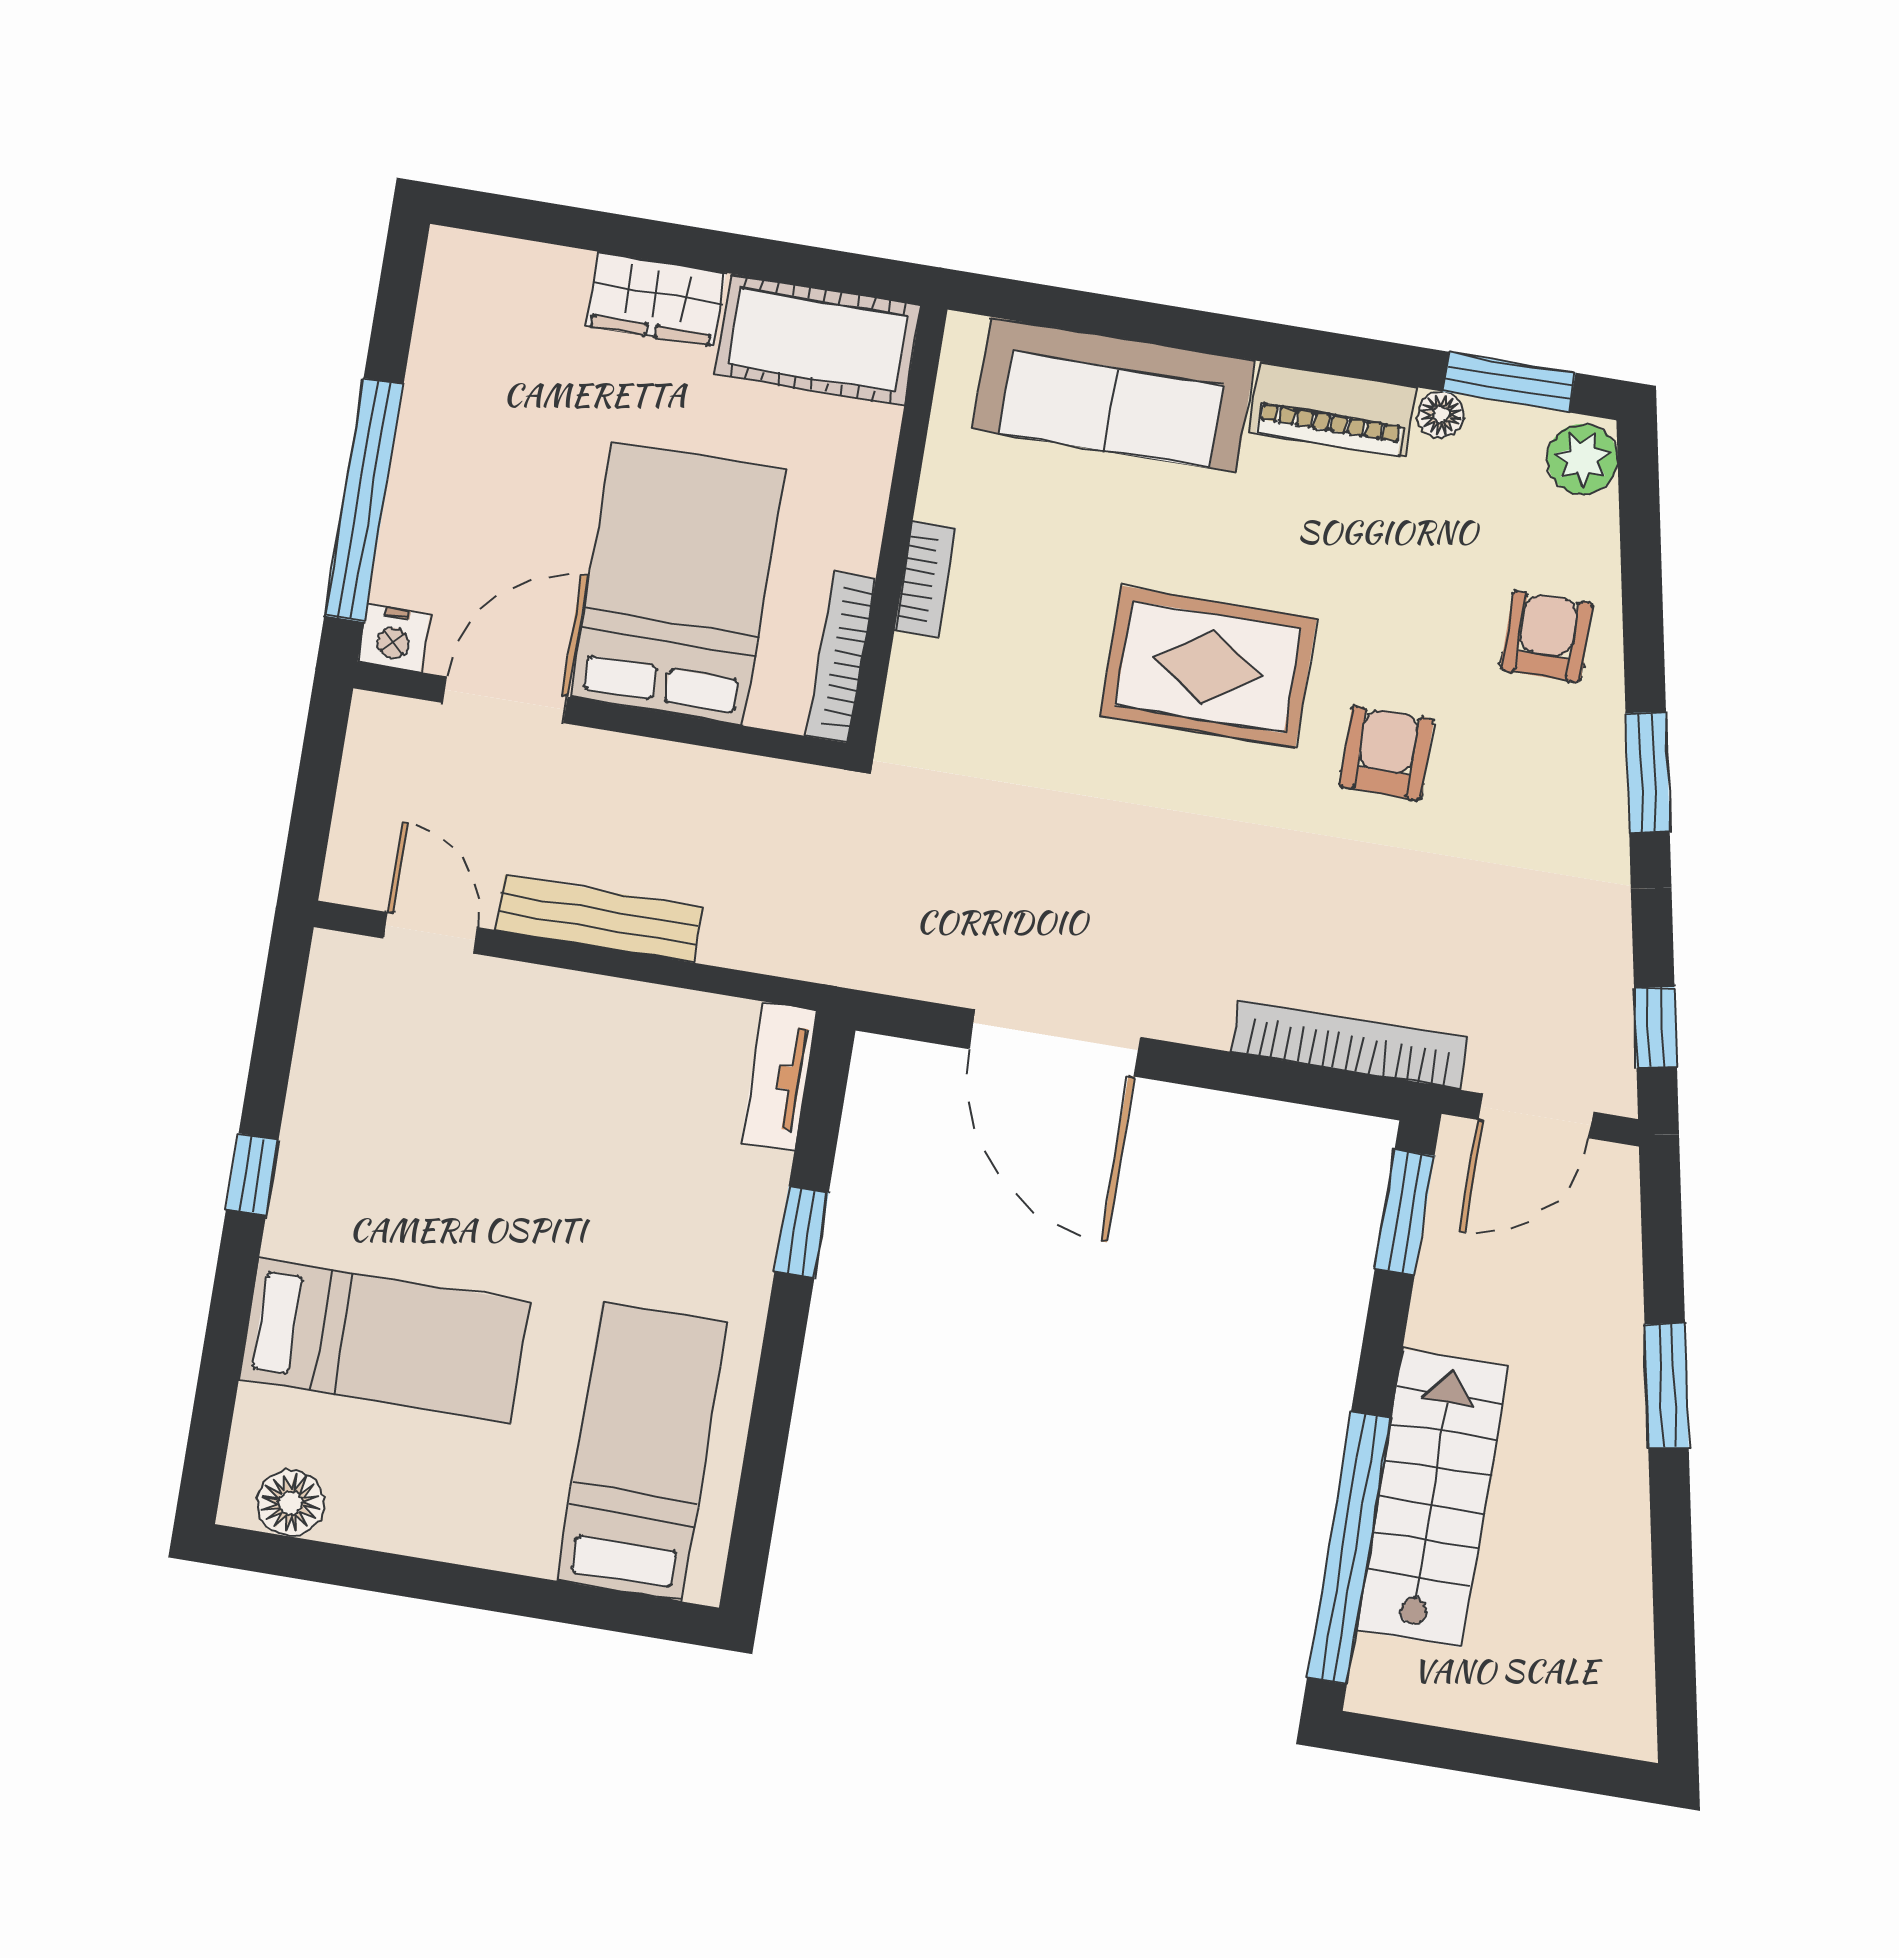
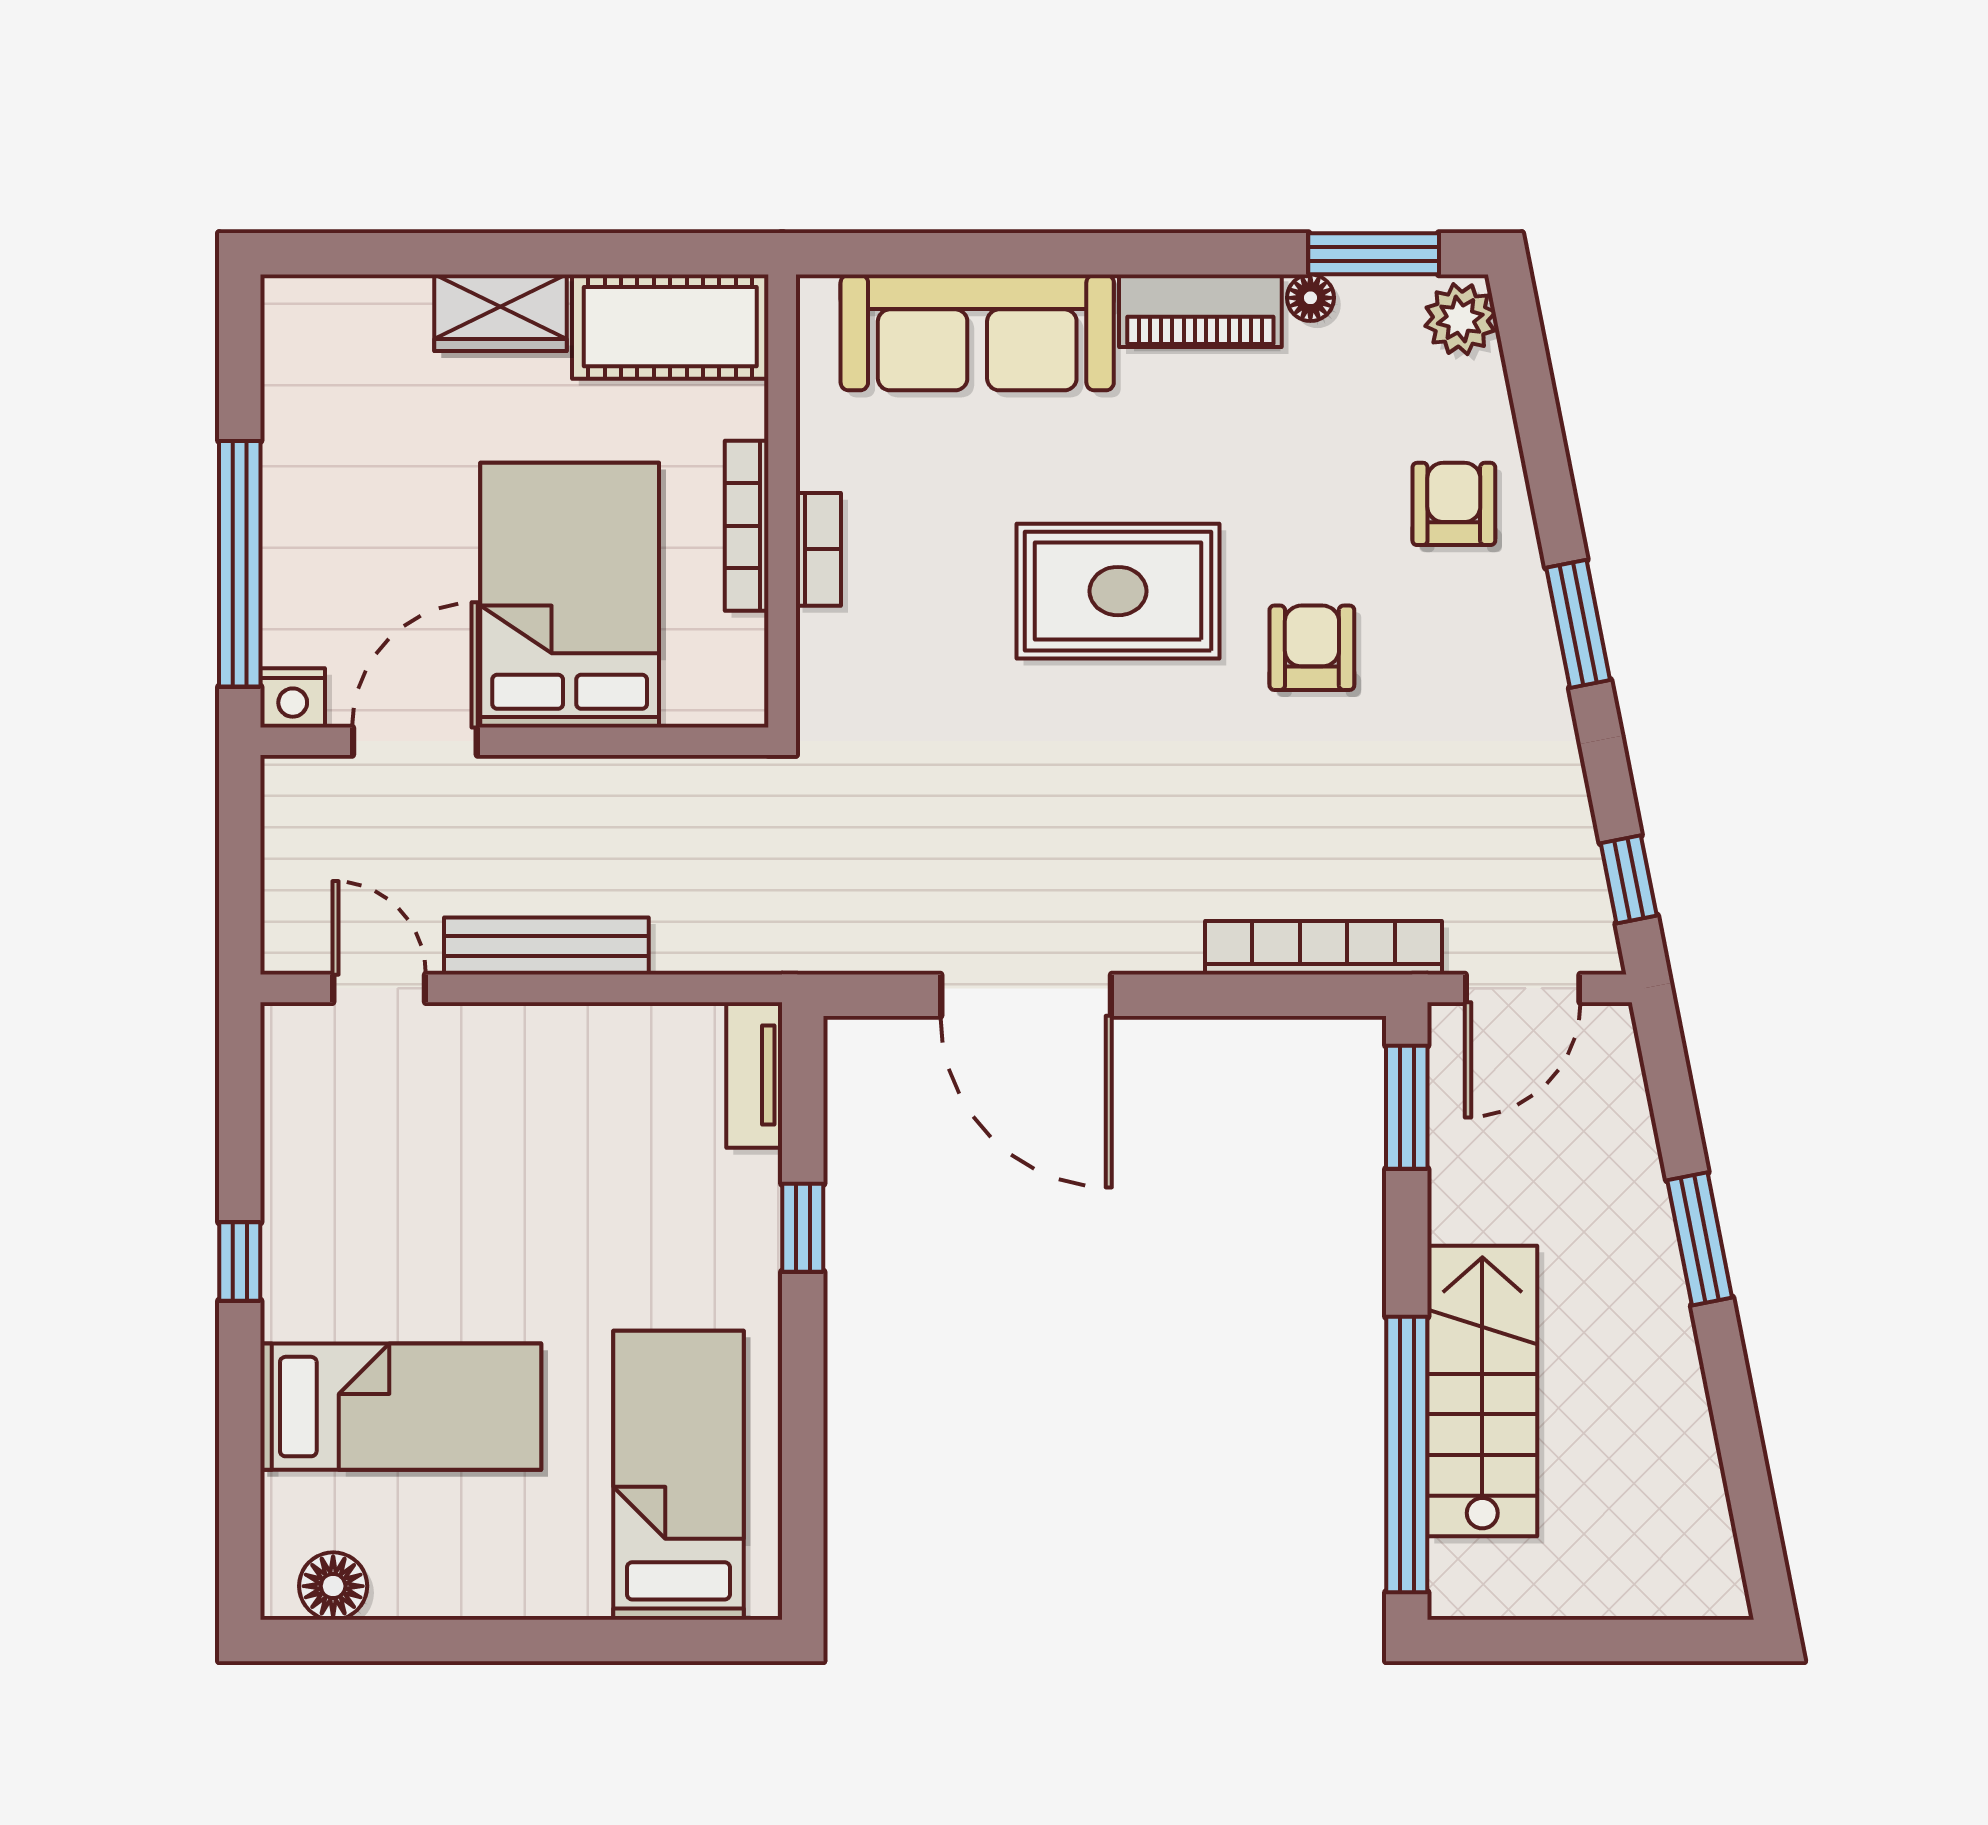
bookcase: (841, 657) -> (747, 526), moved

